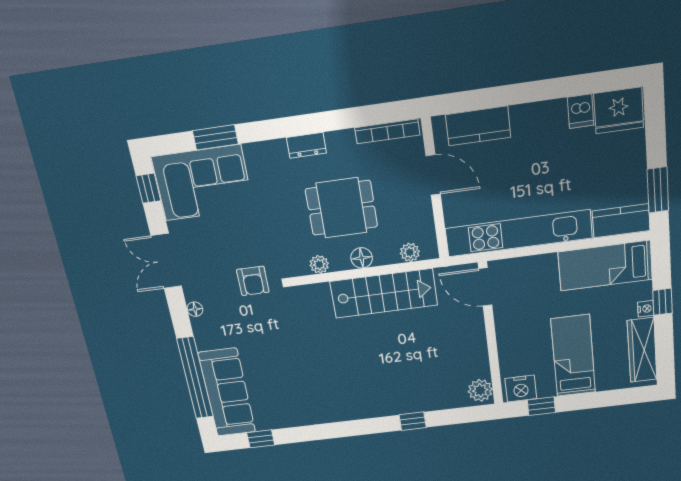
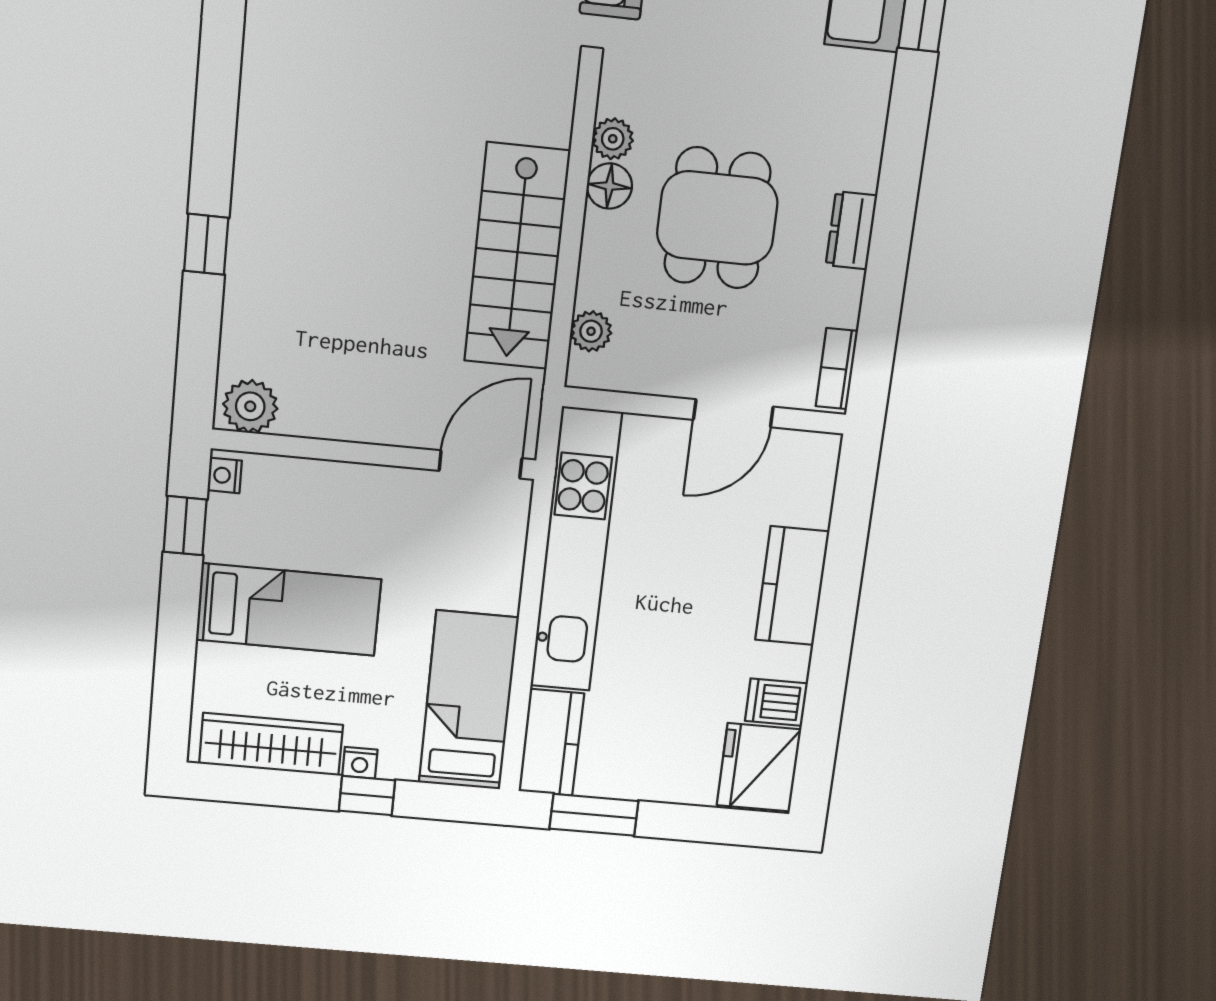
kitchen counter: (478, 126) -> (792, 586), moved
bookcase: (387, 131) -> (837, 369), width x0.64
dresser: (306, 145) -> (851, 230), moved
floor lamp: (362, 258) -> (609, 186), moved
nightstand: (521, 389) -> (225, 475), width x0.53, depth x0.56

